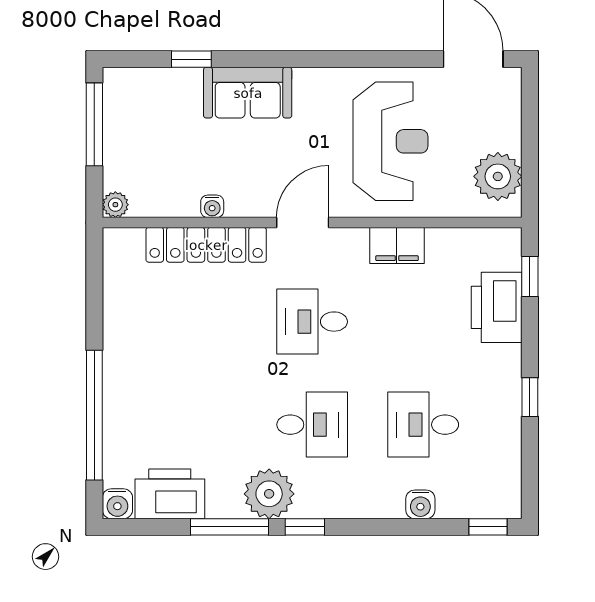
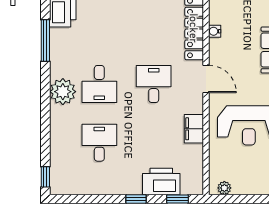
plant: (498, 176) -> (224, 188), width x0.53, depth x0.53
window: (530, 397) -> (136, 199), moved
plant: (269, 494) -> (63, 92), moved
water cooler: (420, 504) -> (57, 141), removed
window: (305, 527) -> (45, 80), removed

